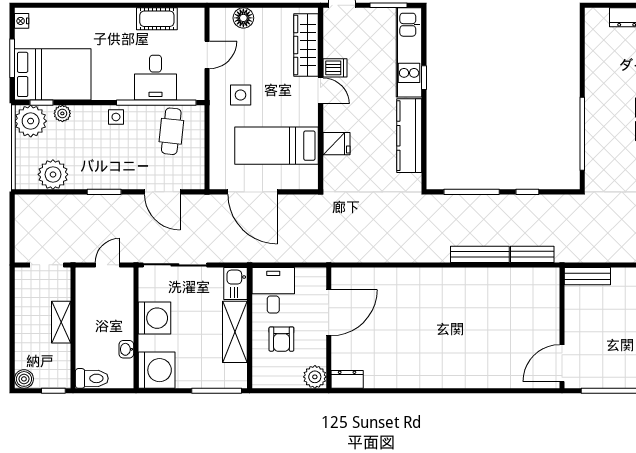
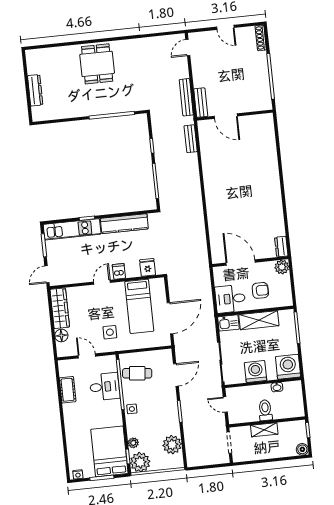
wardrobe: (306, 45) -> (60, 308), moved, turned -90
dishwasher: (335, 68) -> (119, 271), moved
fridge: (336, 144) -> (148, 267), moved
bench: (480, 254) -> (186, 97), moved
door: (562, 363) -> (226, 116), moved
toilet: (92, 378) -> (265, 410), moved

